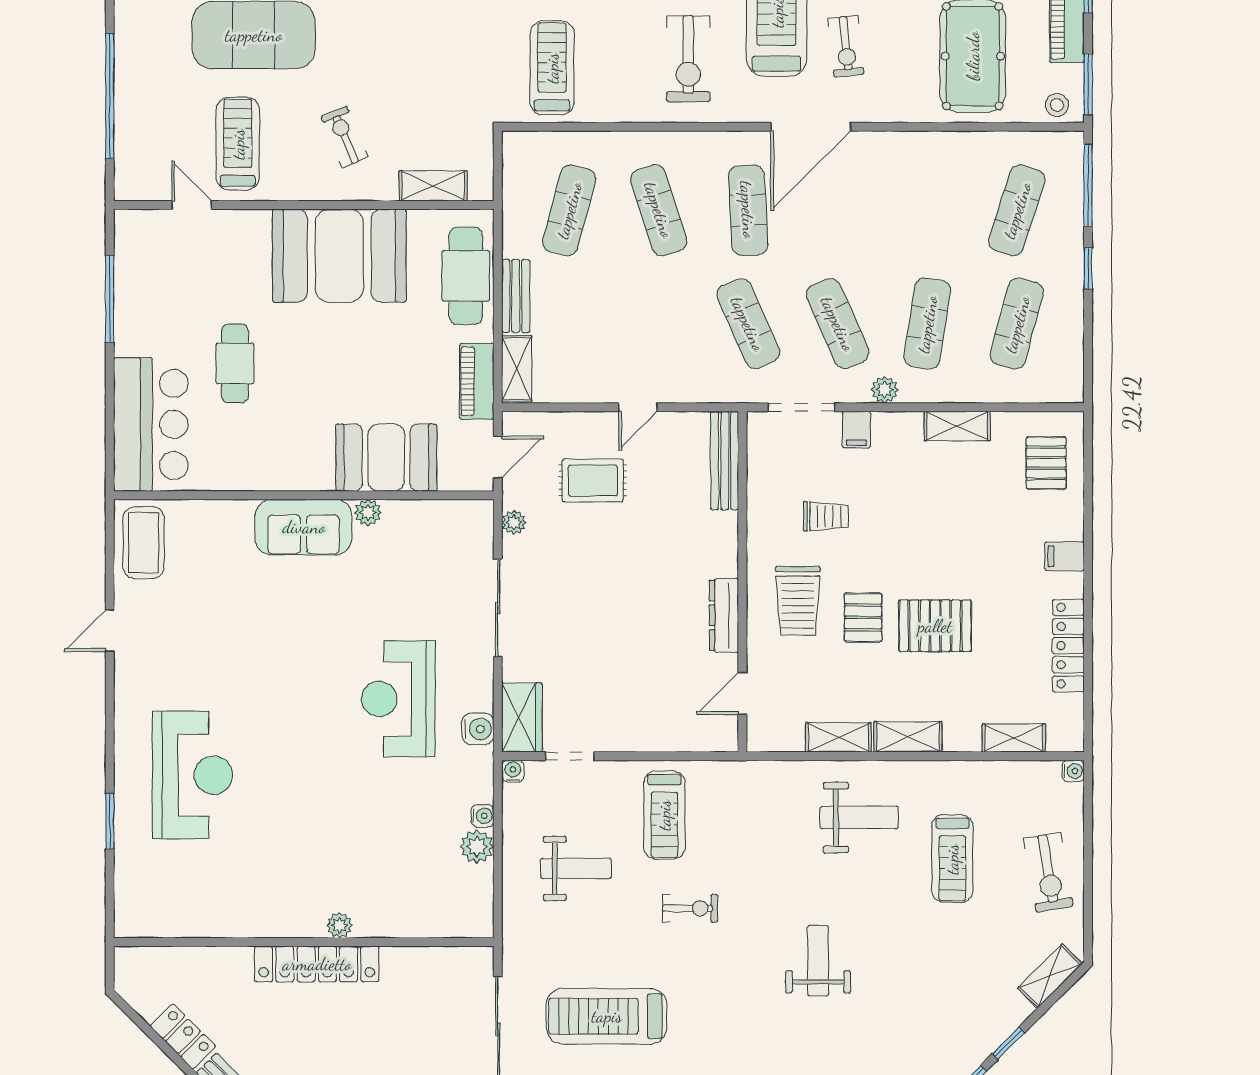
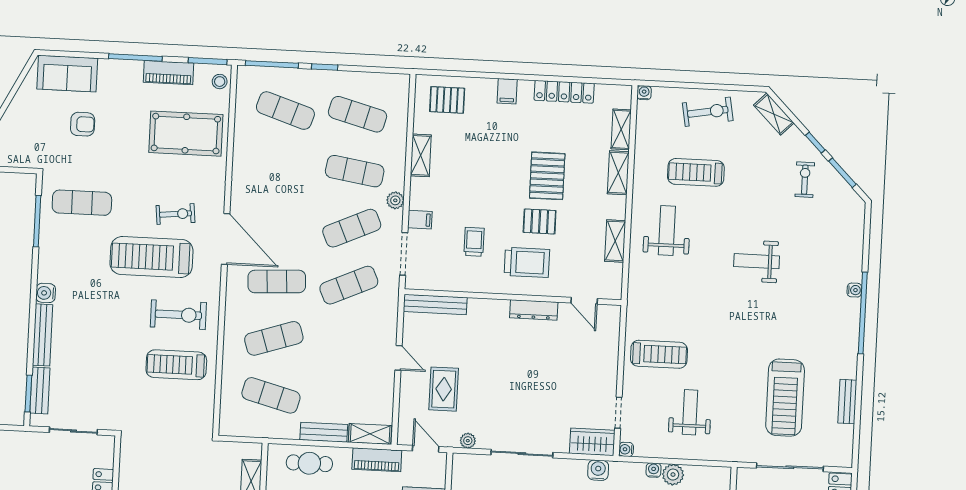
treadmill: (552, 68) -> (176, 365), moved
cafe table: (466, 276) -> (309, 463), width x0.73, depth x0.74
shelving: (908, 737) -> (618, 173), moved
treadmill: (952, 859) -> (696, 172), turned 180
exercise bike: (690, 908) -> (805, 180), moved

